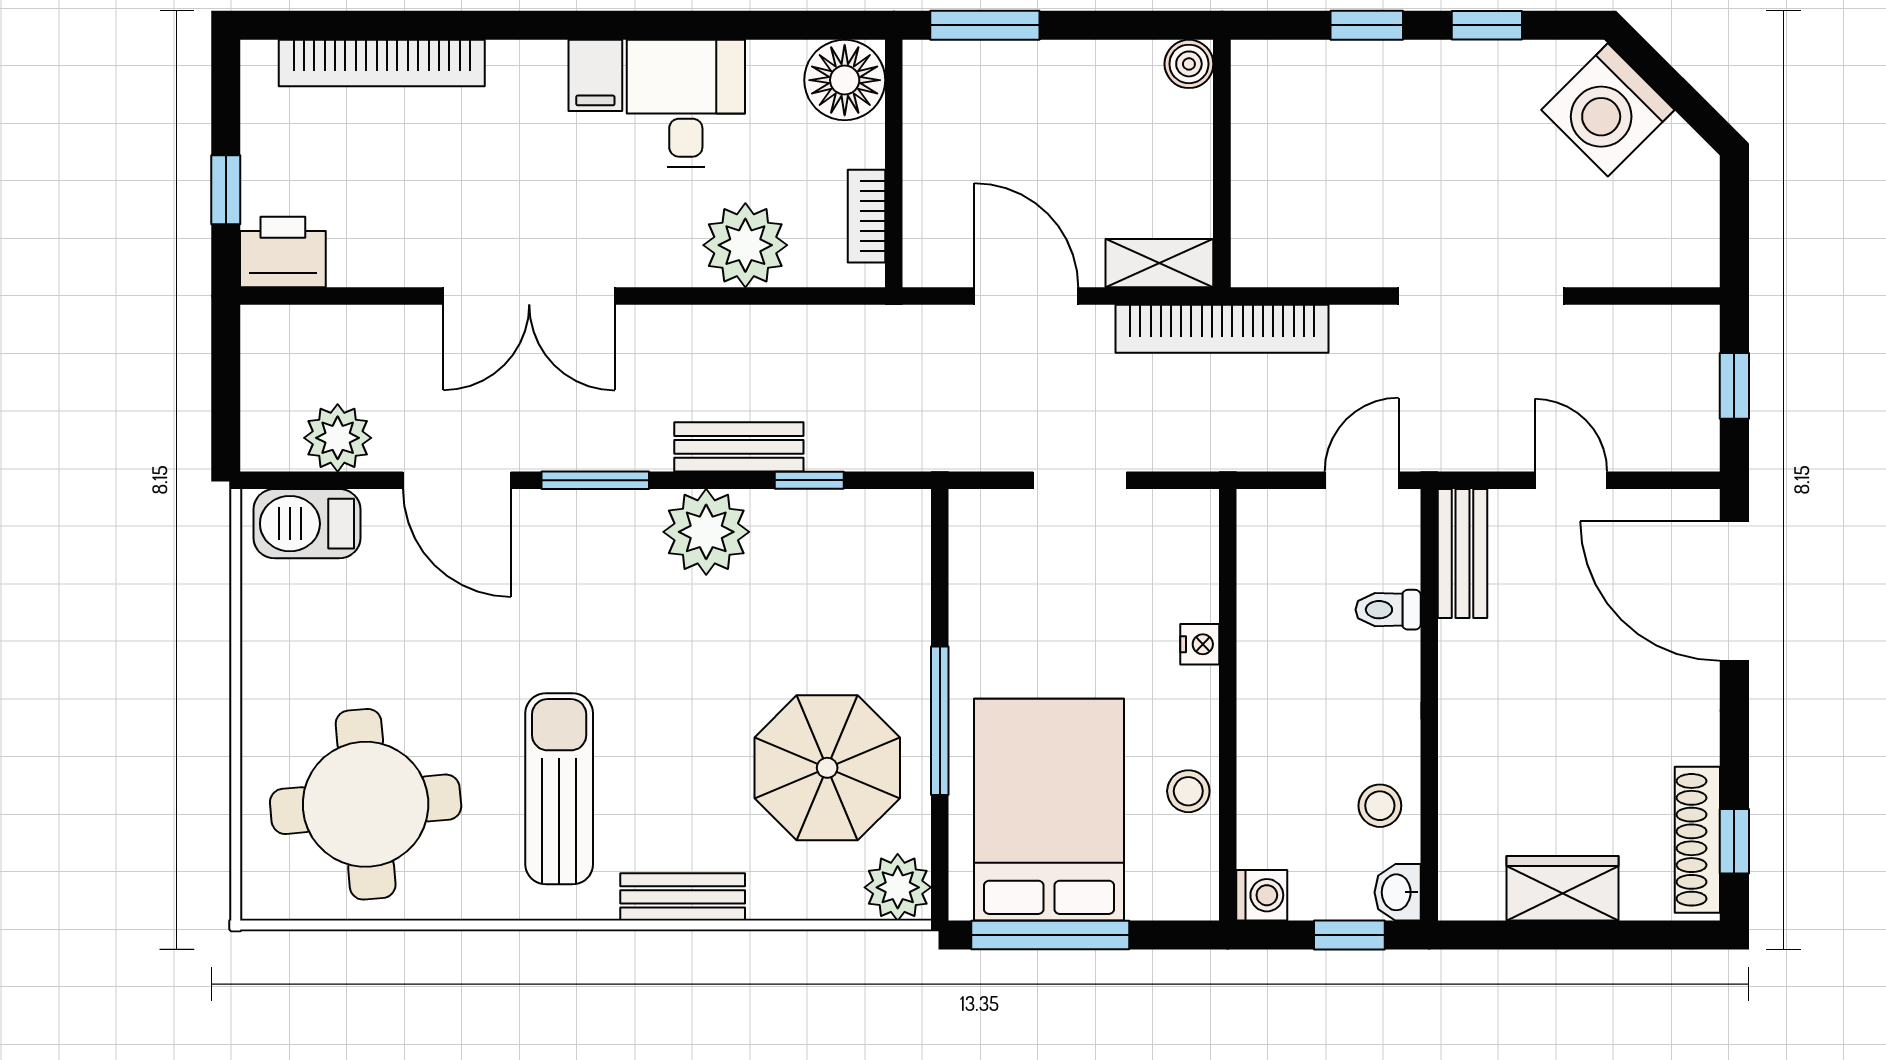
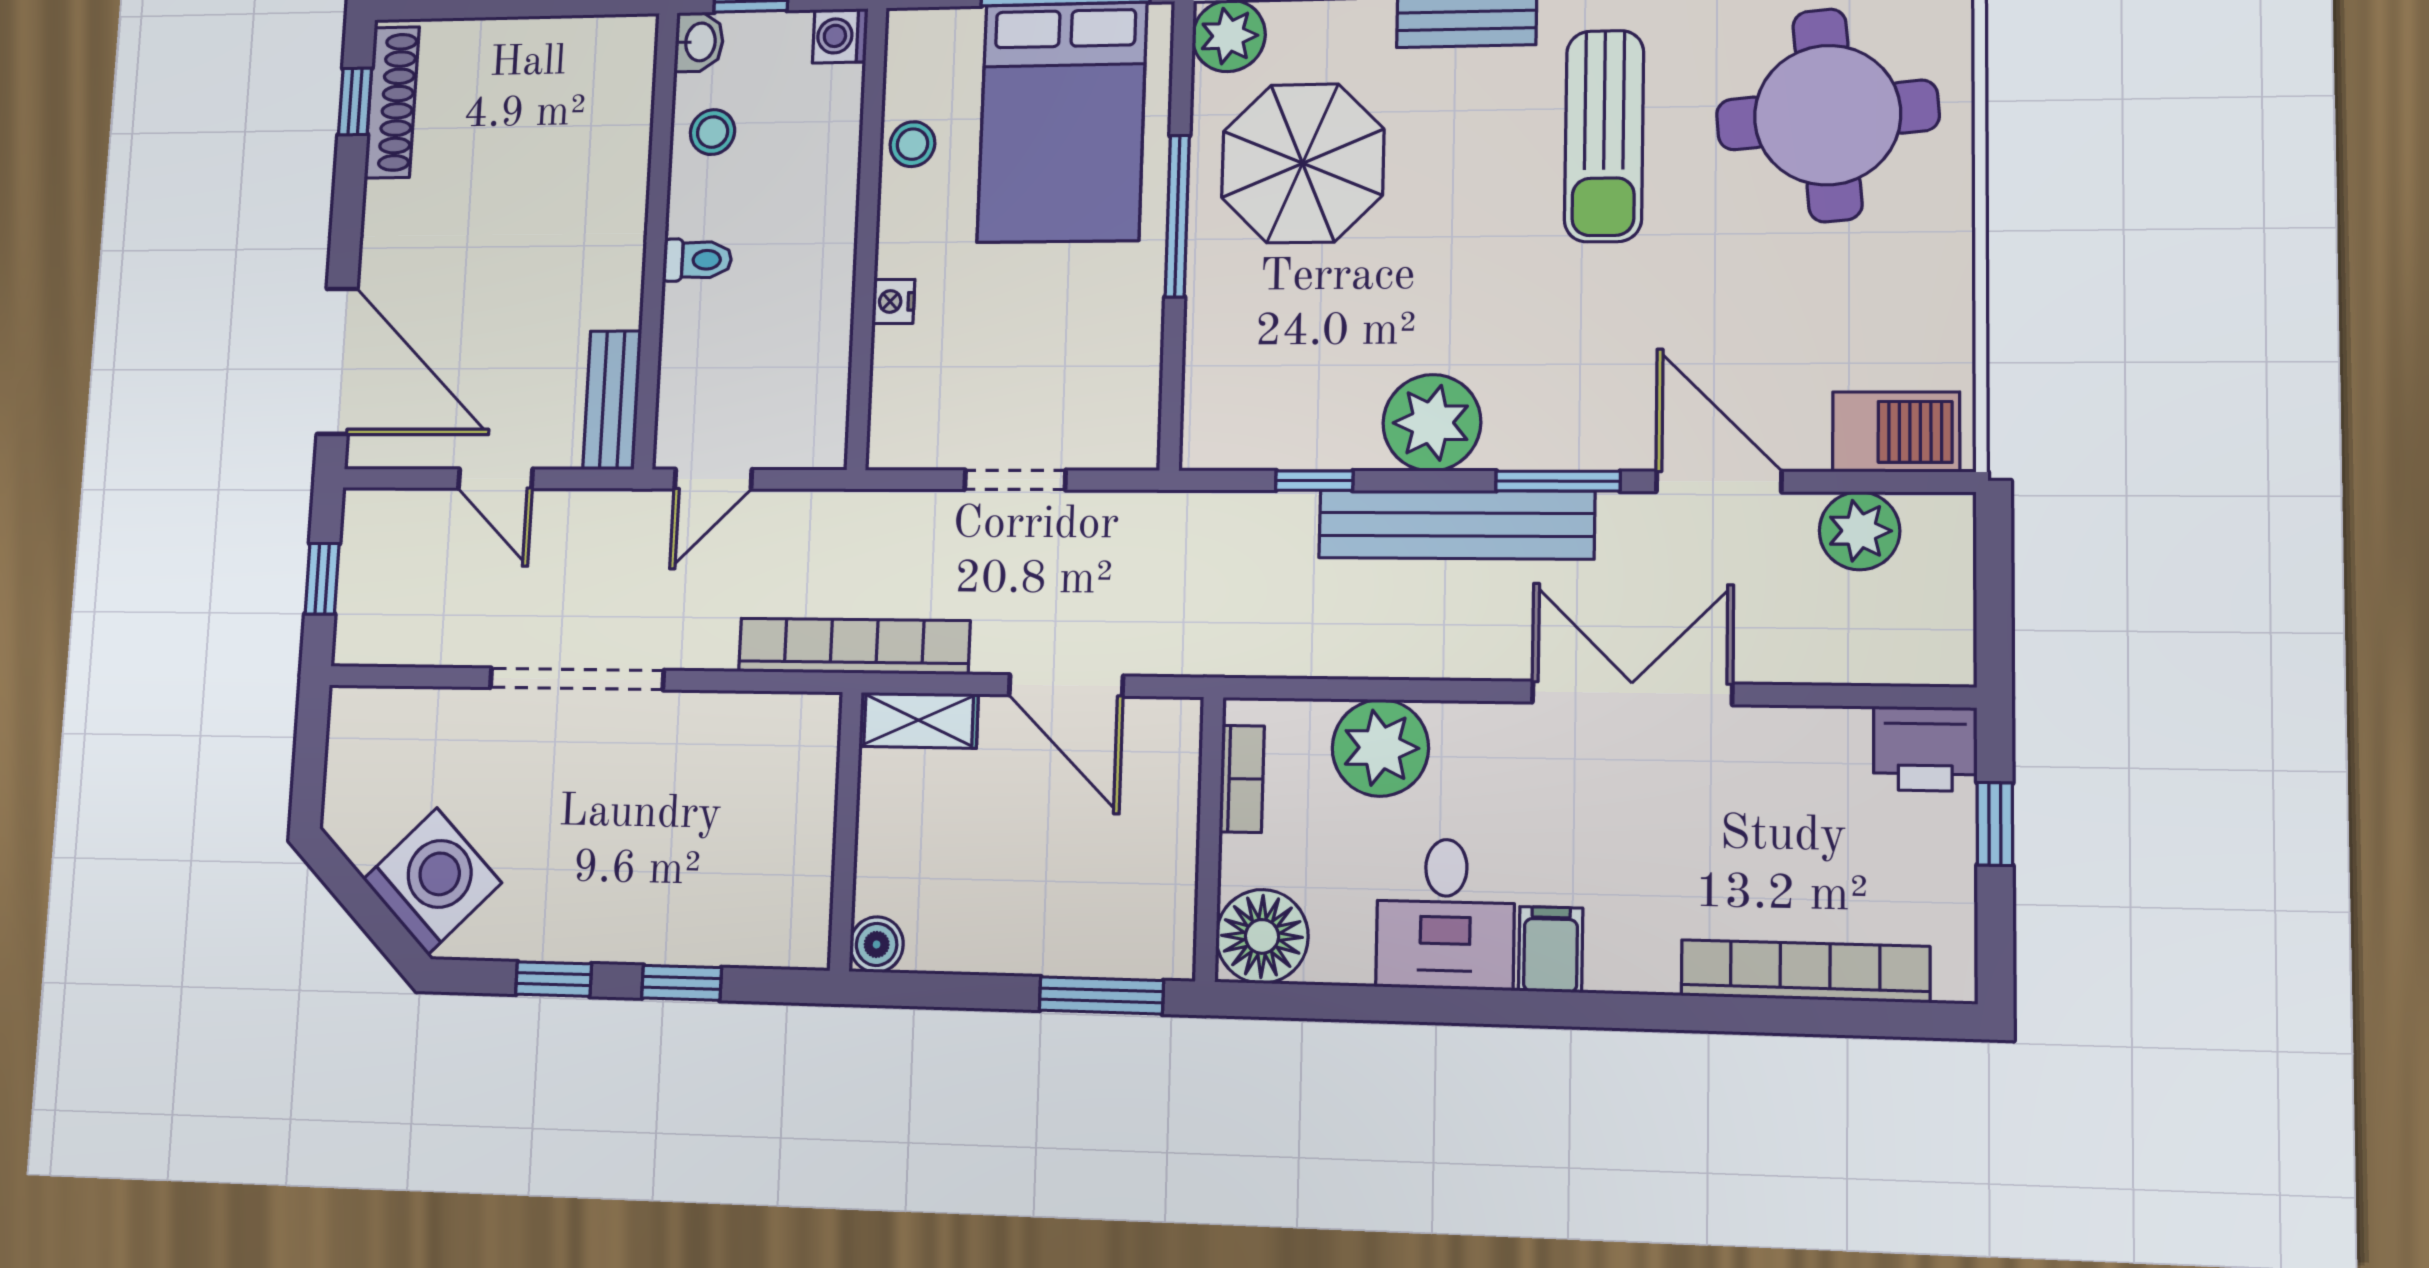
bench: (739, 447) -> (1456, 524), width x1.86, depth x1.21
toilet: (1388, 610) -> (697, 260), moved
wardrobe: (1562, 888) -> (531, 50), removed

